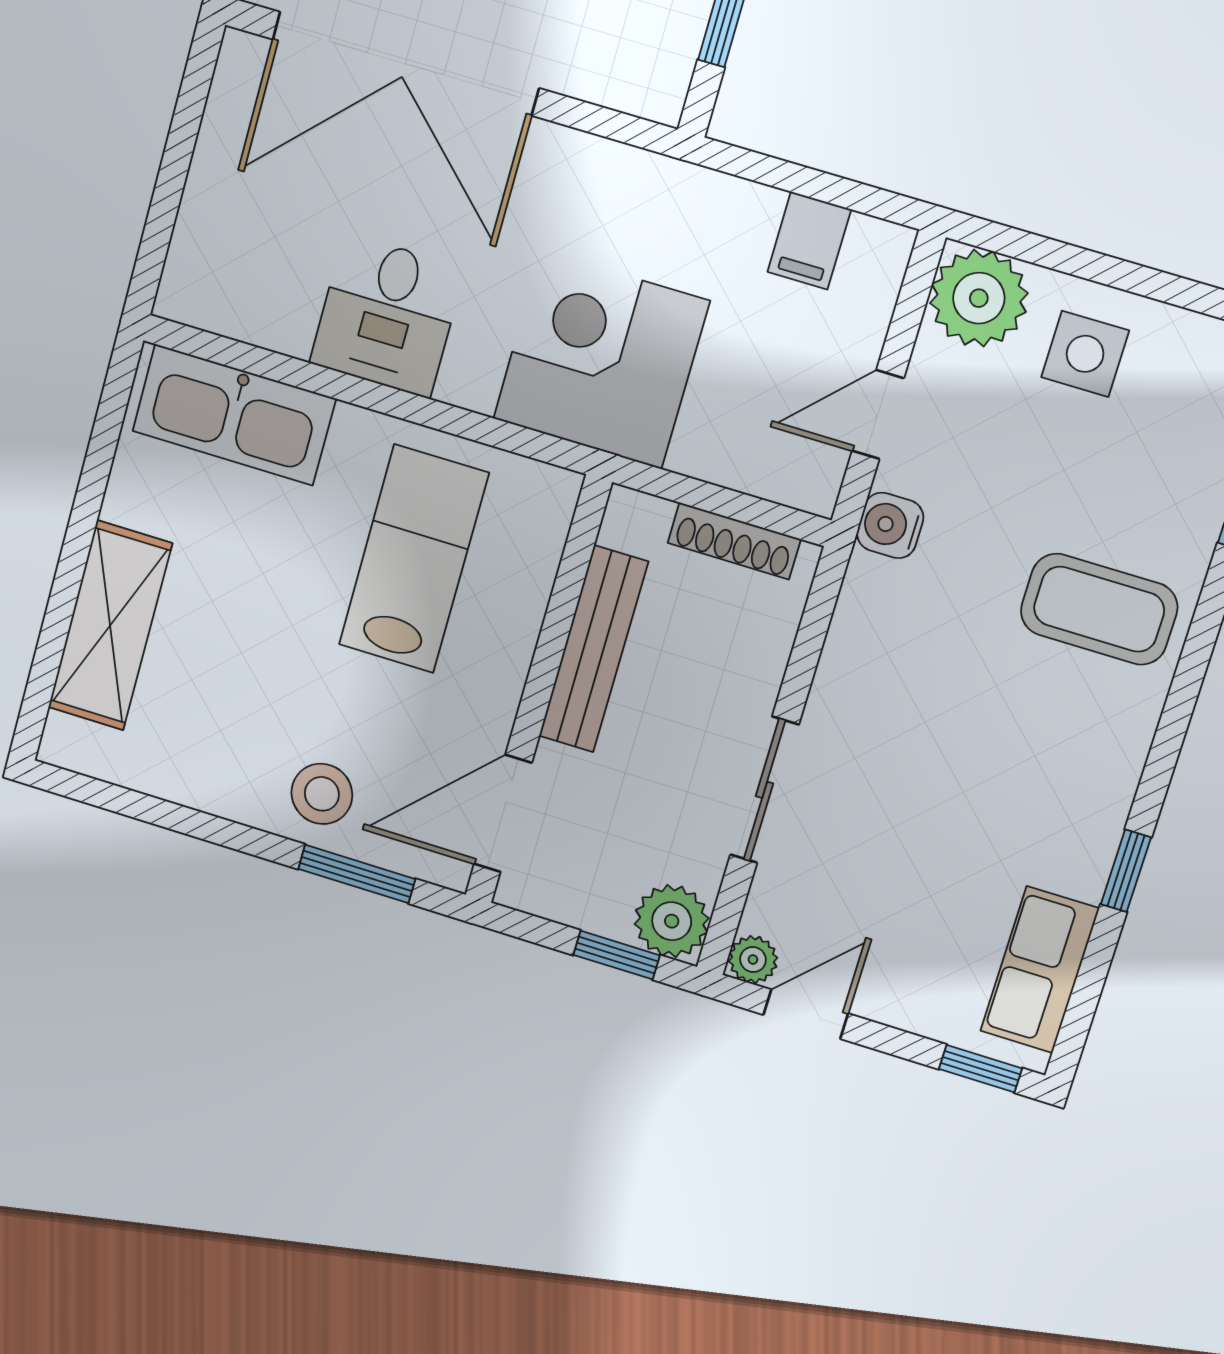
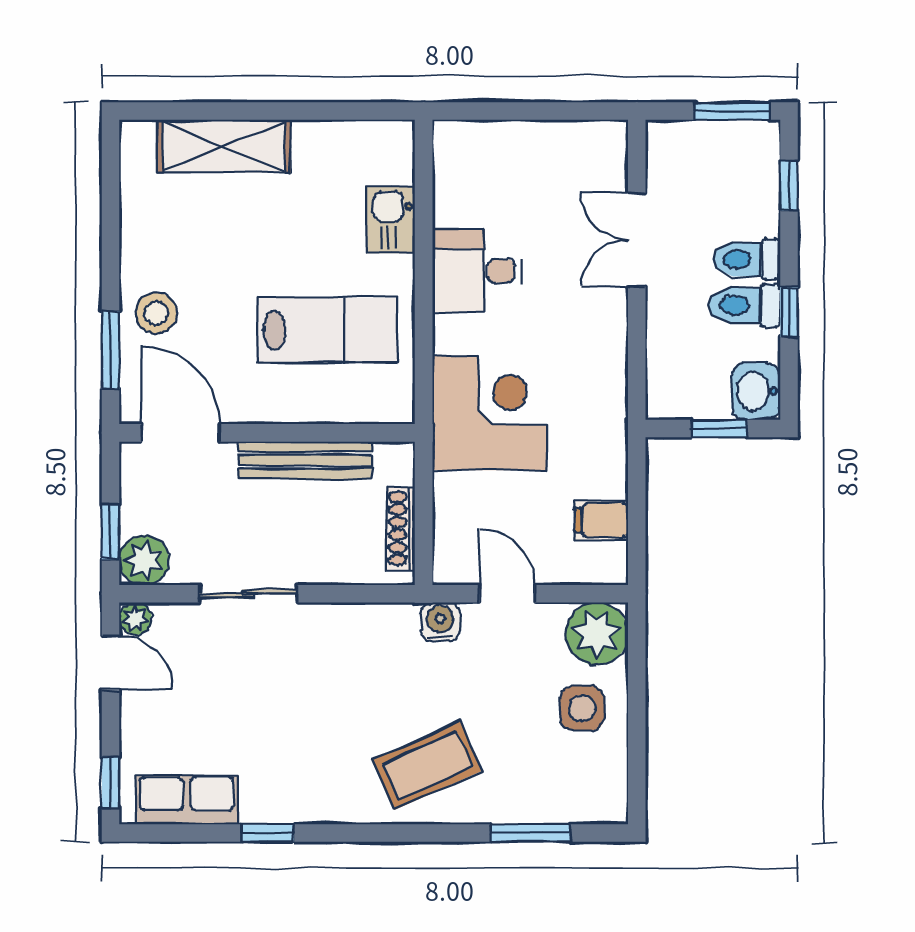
double door: (406, 64) -> (637, 240), width x0.54
kitchen sink: (234, 415) -> (391, 220), width x0.53, depth x0.81
coffee table: (1099, 609) -> (427, 765), turned 66

